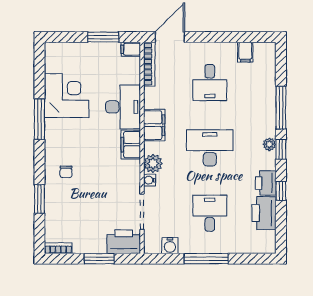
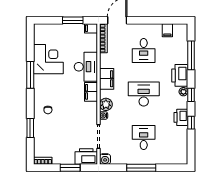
window: (281, 108) -> (191, 55), moved
printer: (264, 213) -> (180, 75), moved
water cooler: (170, 246) -> (105, 159), moved

